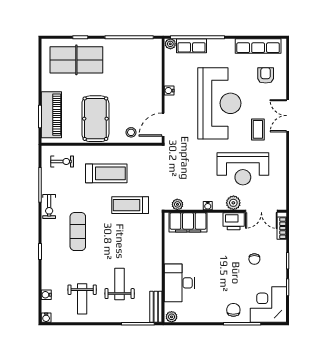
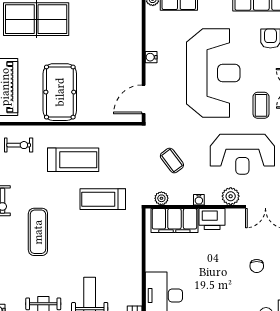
stool: (131, 132) -> (104, 109), removed
coffee table: (186, 174) -> (172, 161), added
printer: (234, 221) -> (212, 219), moved

